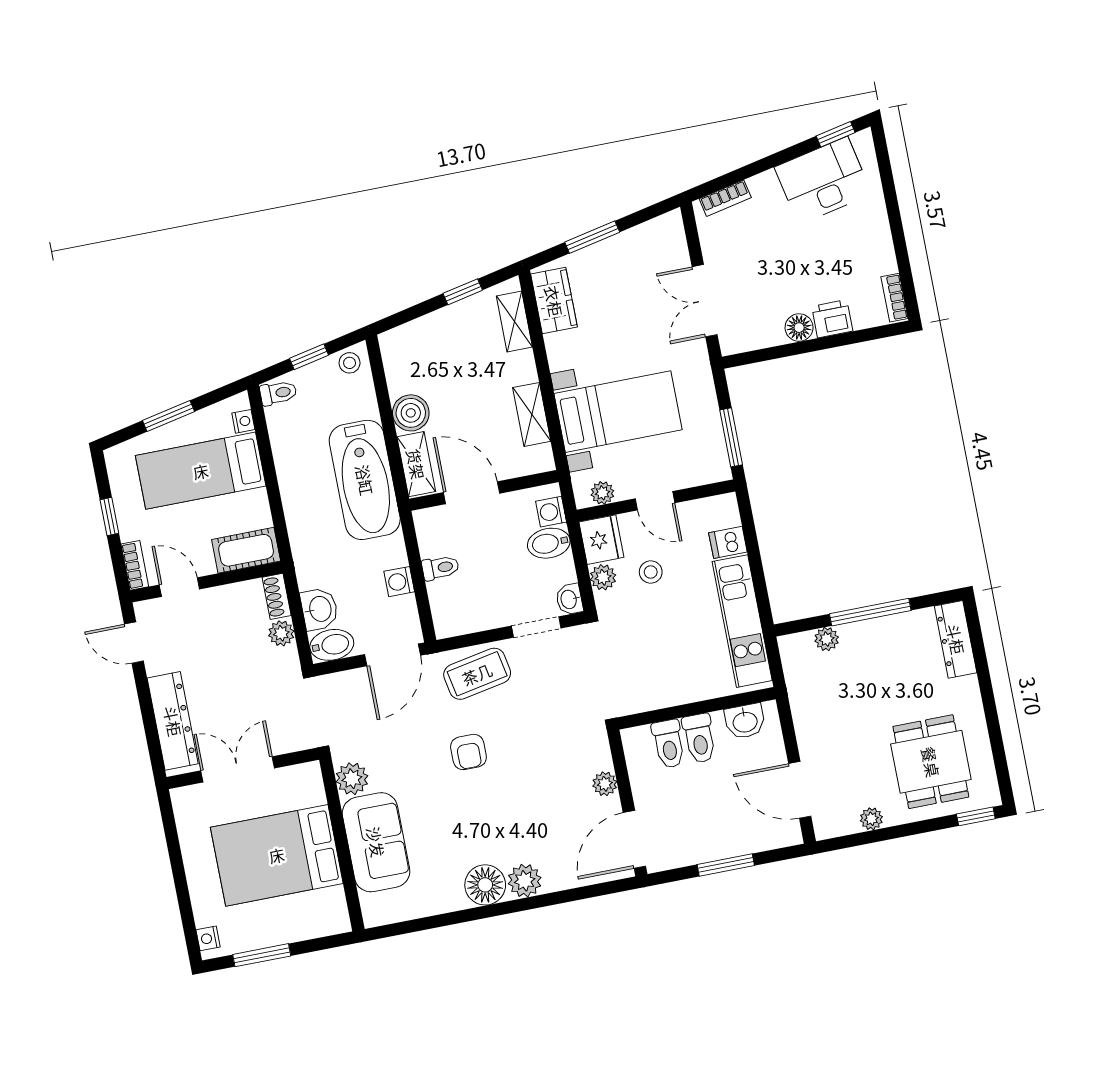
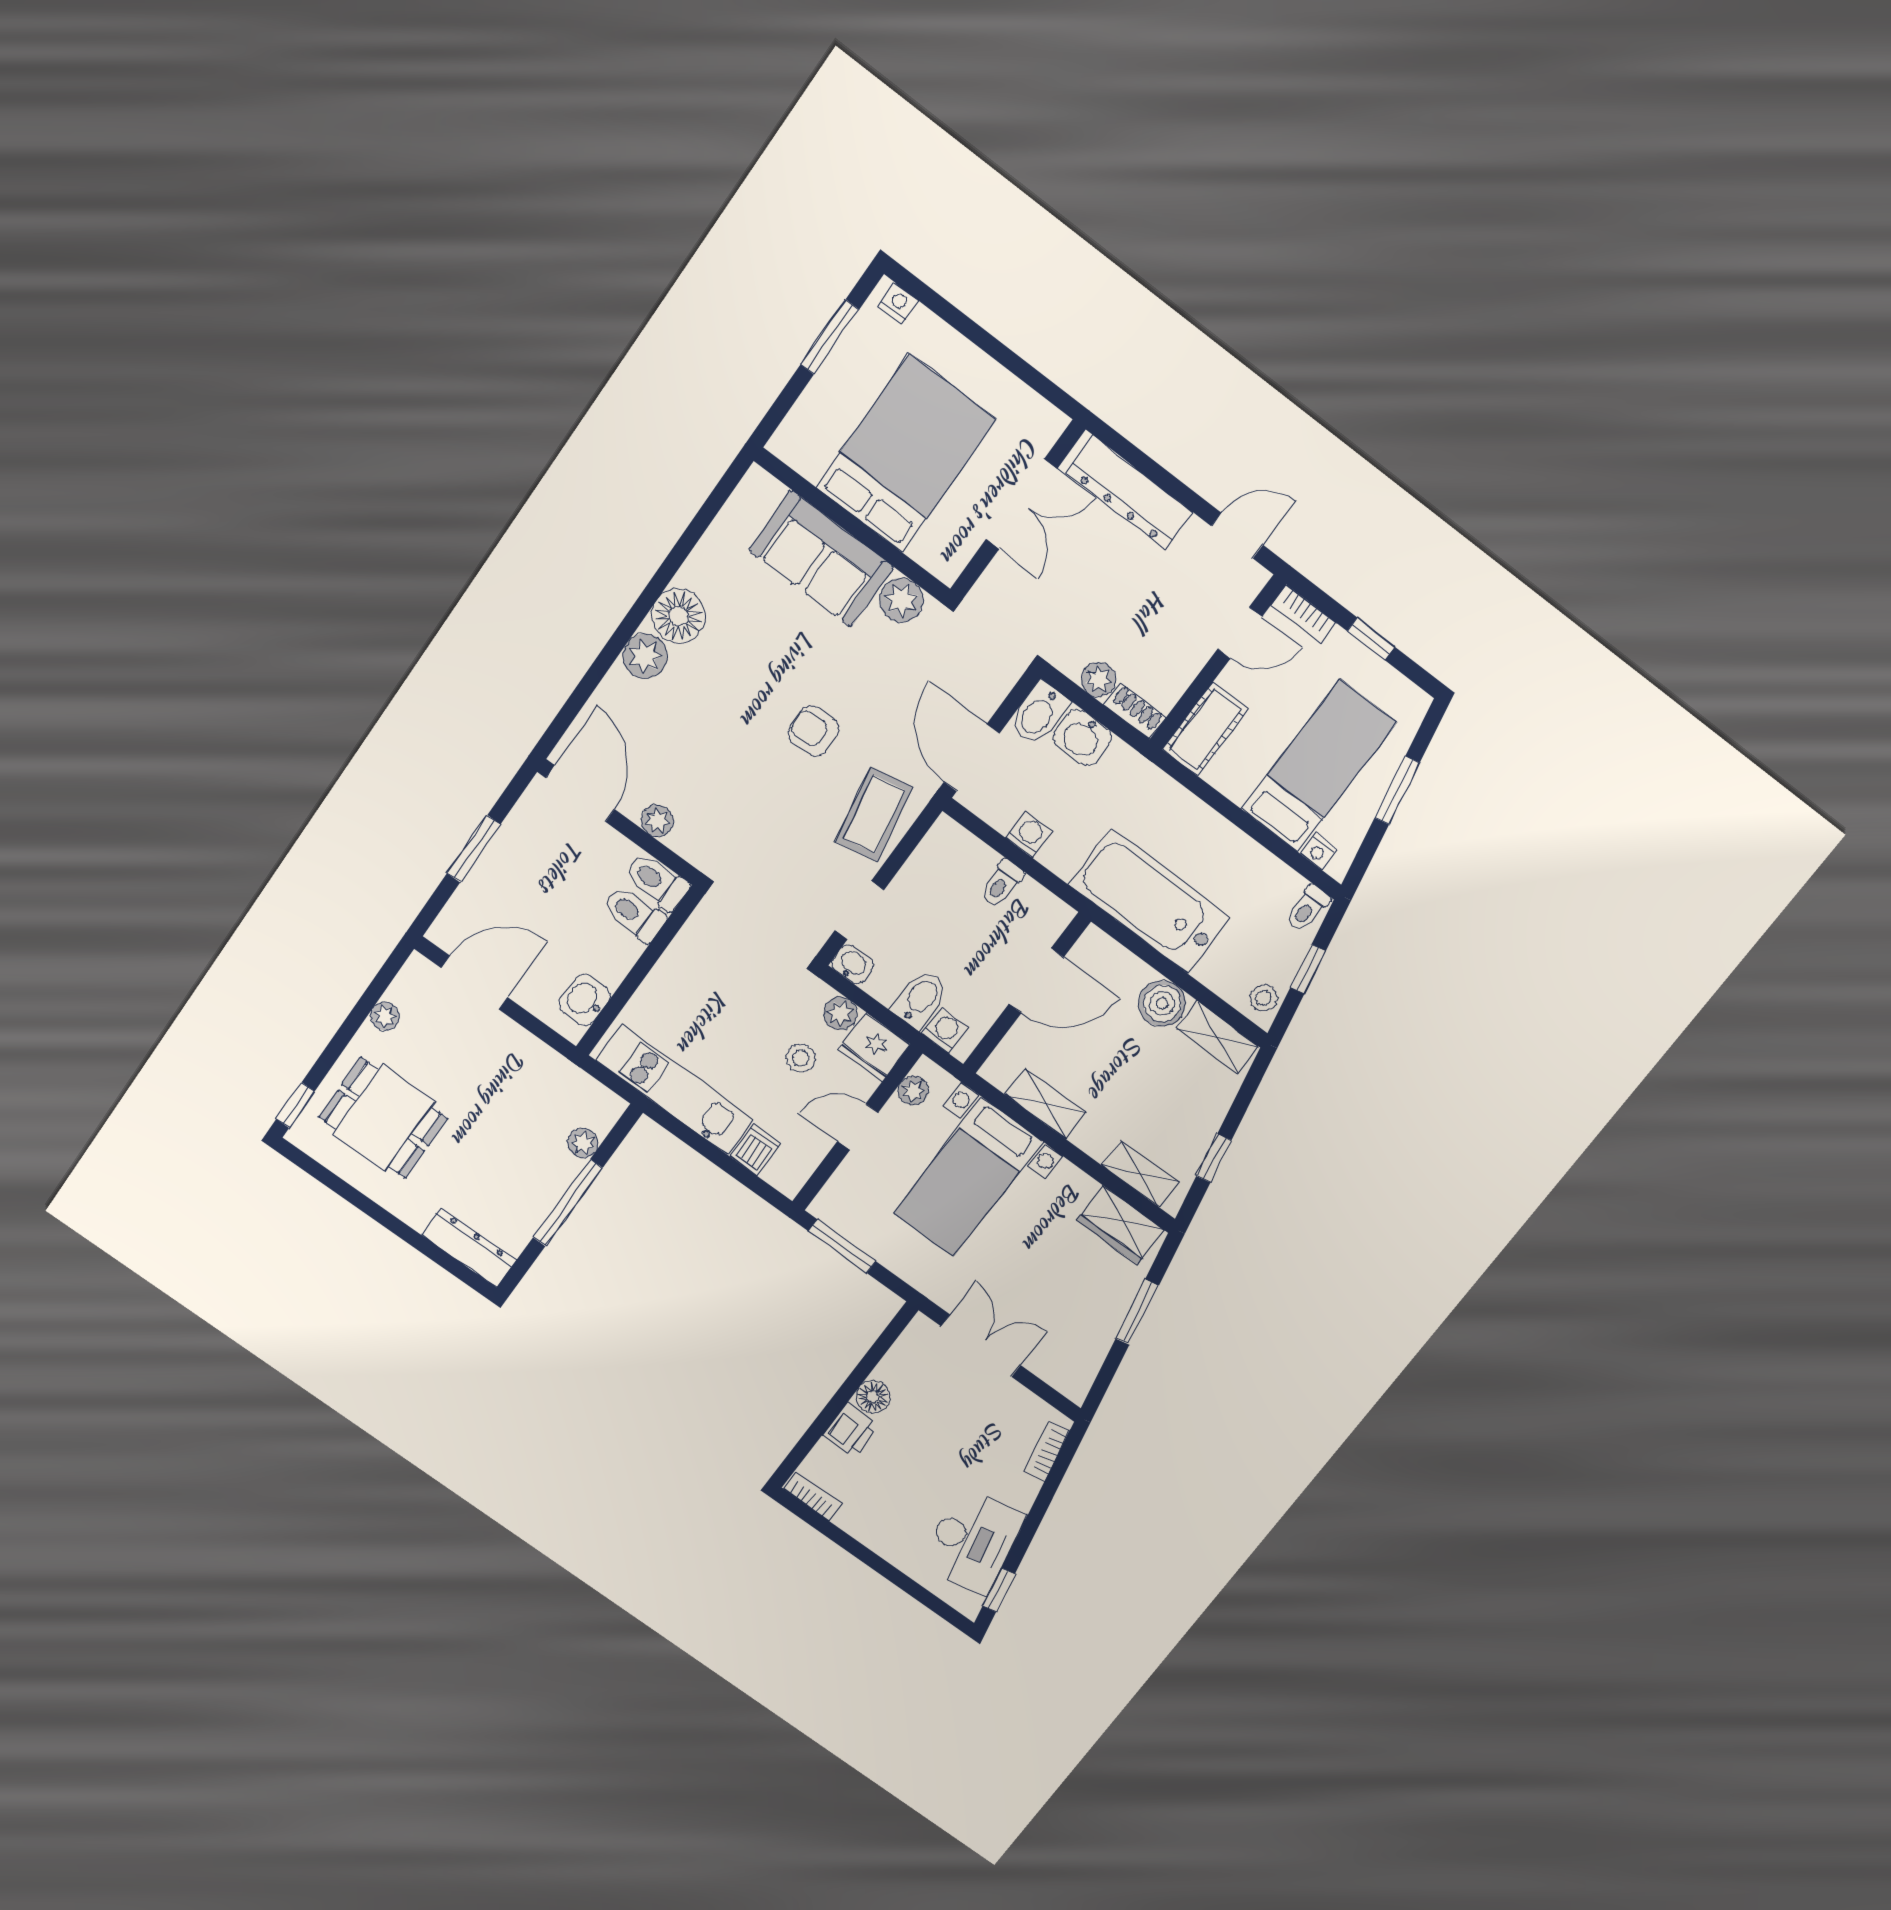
shelving: (416, 464) -> (1217, 1038), moved
toilet: (699, 738) -> (656, 882), moved

